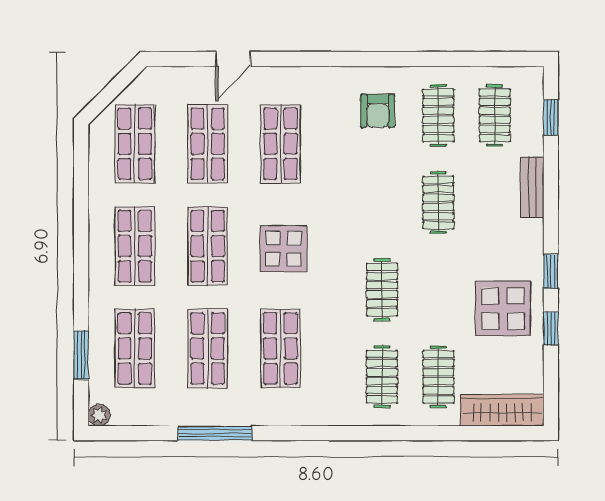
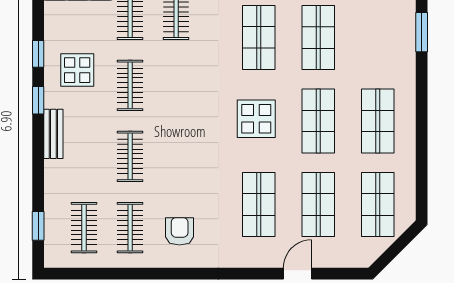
bench: (532, 187) -> (53, 134), moved
clothes rail: (382, 290) -> (130, 85), moved
display table: (503, 308) -> (77, 70), width x0.73, depth x0.73
shop shelf: (135, 348) -> (378, 37), removed

